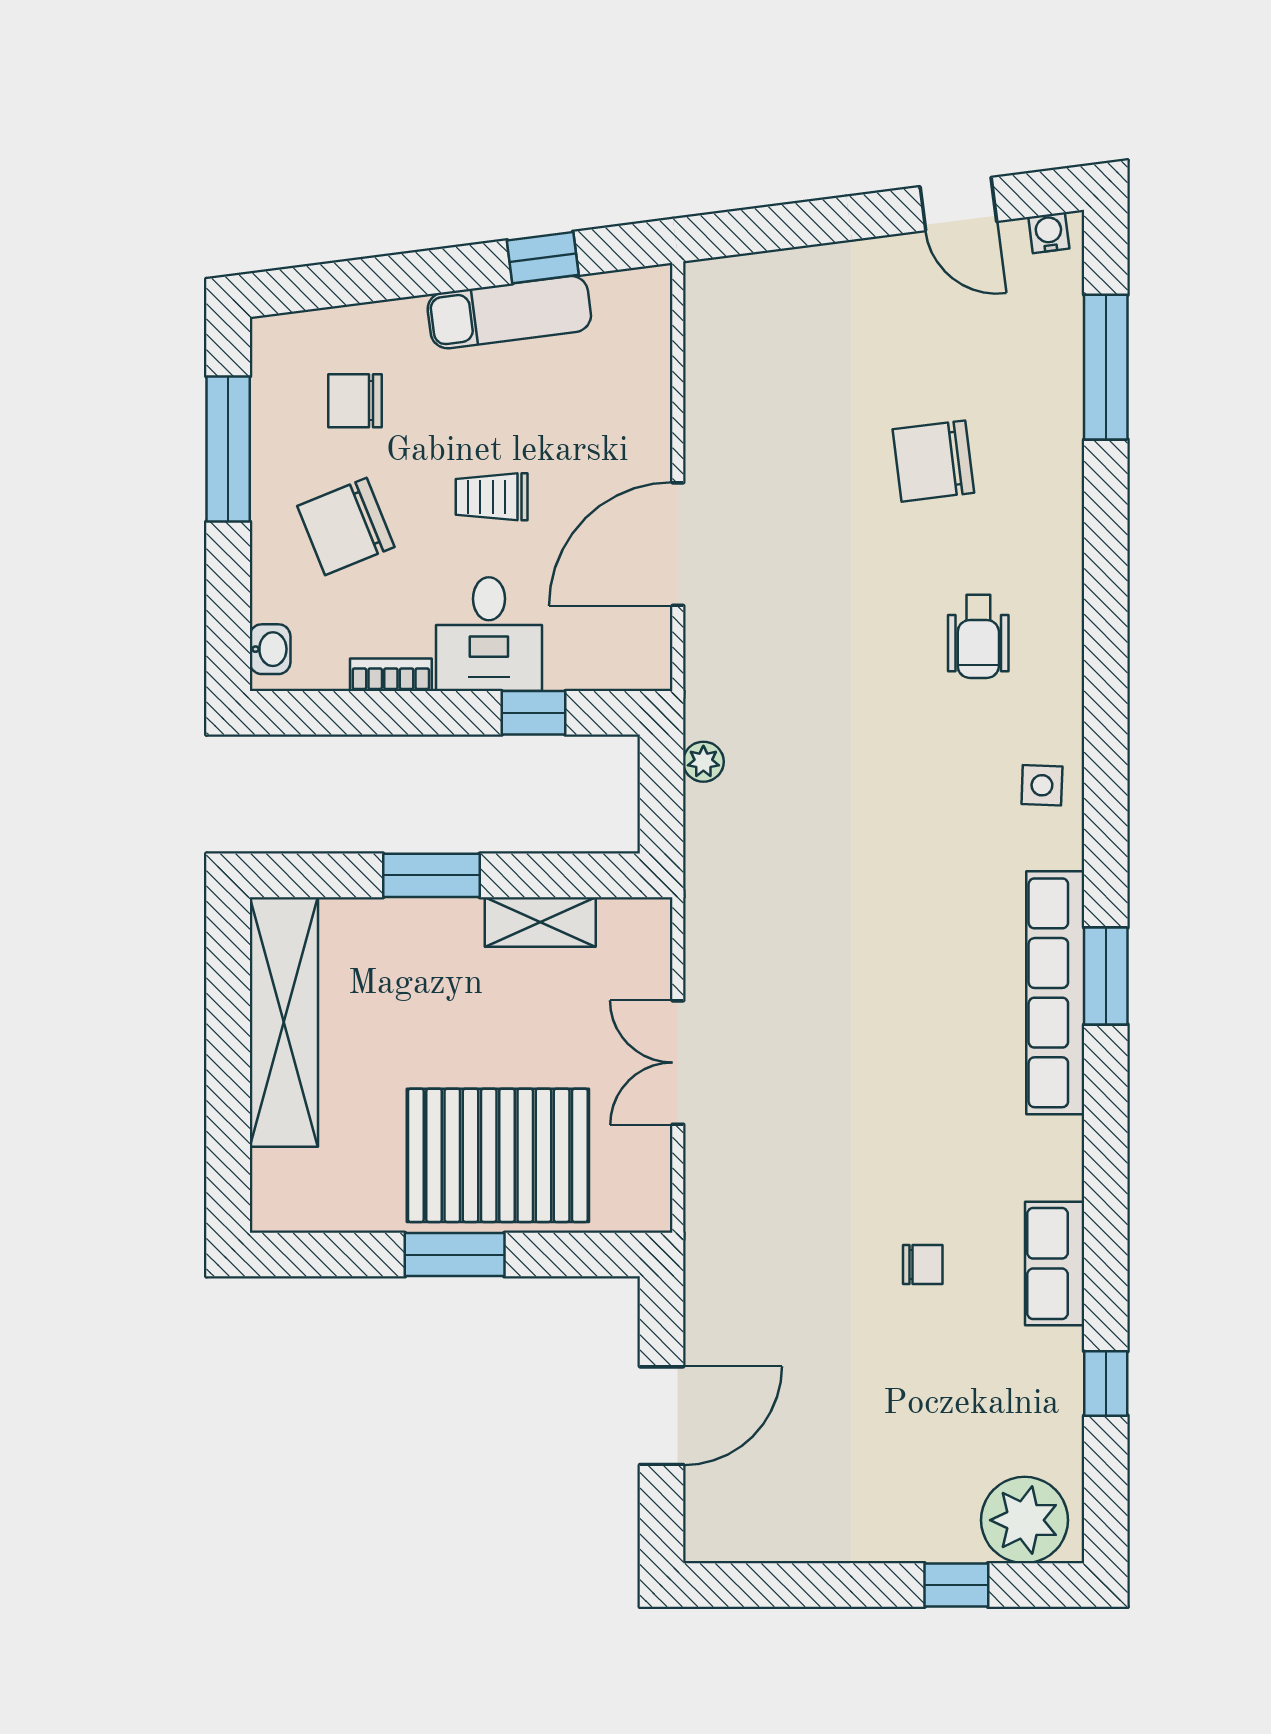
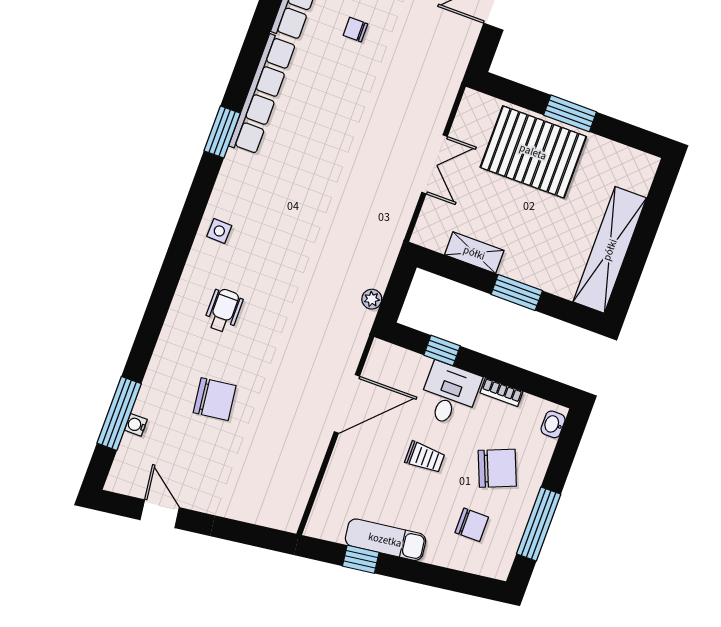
water cooler: (1049, 233) -> (136, 425), moved, turned 97
row of seats: (1055, 993) -> (262, 94), moved

